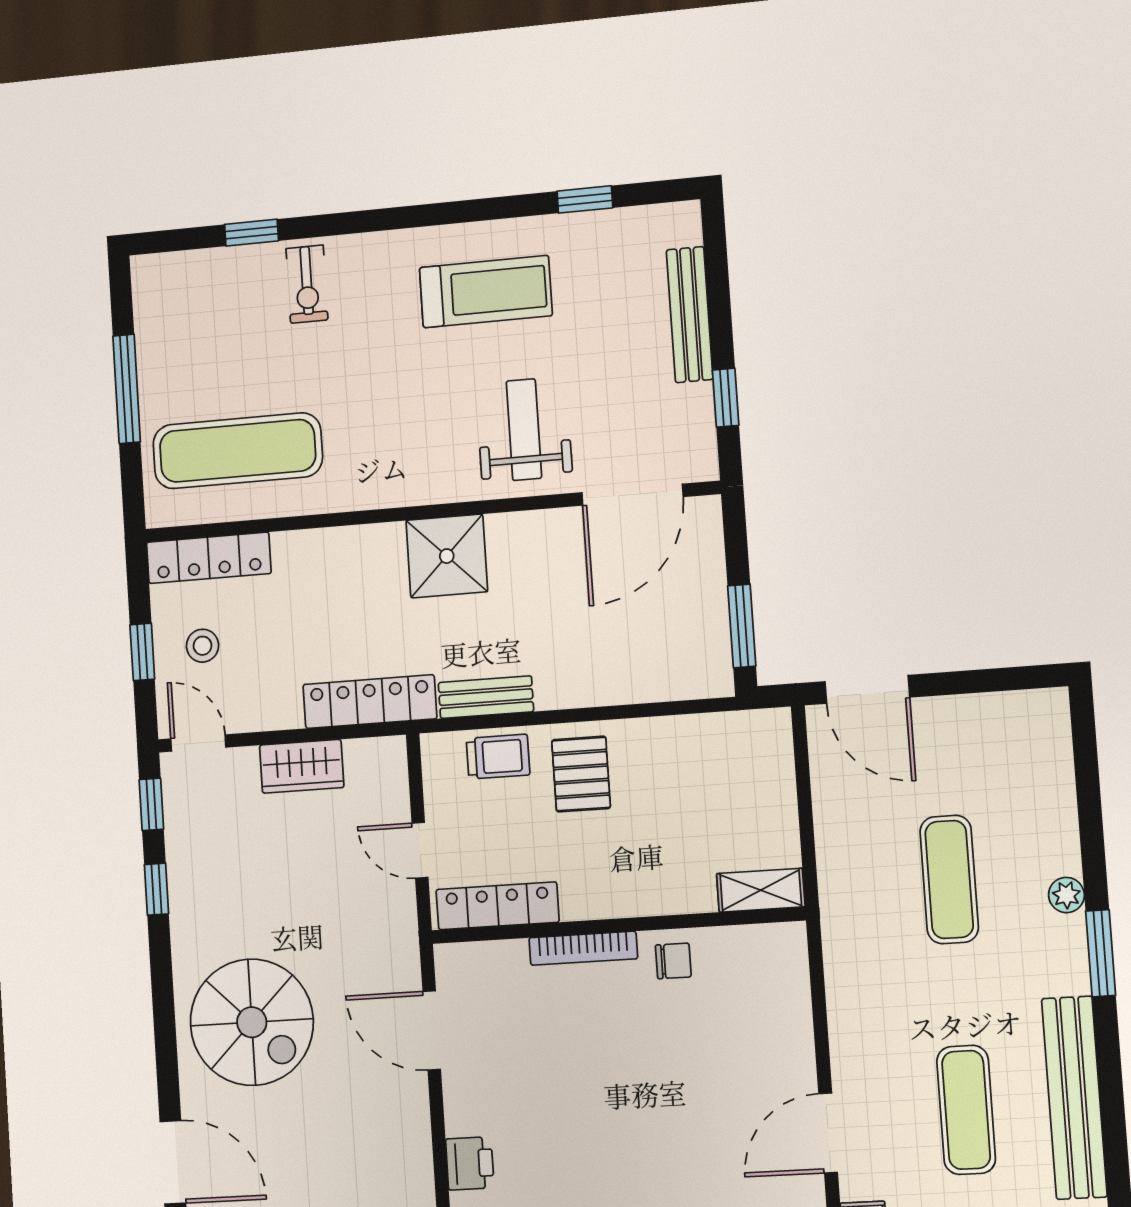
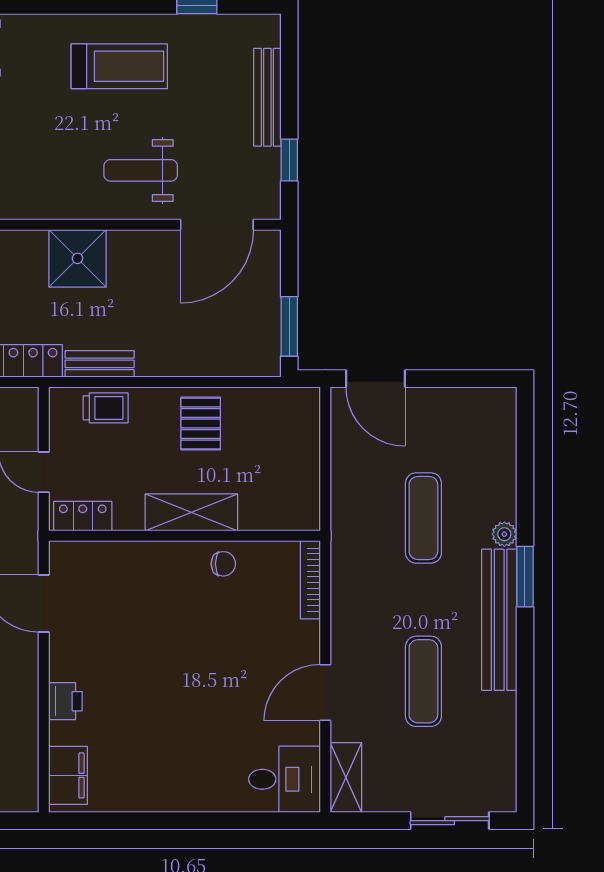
weight bench: (524, 430) -> (141, 170), turned -90
pallet: (581, 774) -> (201, 423), moved
shelving: (761, 890) -> (191, 512), moved, width x1.50, depth x1.33
locker: (497, 906) -> (83, 516), width x0.66
bookcase: (583, 948) -> (310, 580), moved, turned 90
bench: (1074, 1098) -> (499, 620), moved

